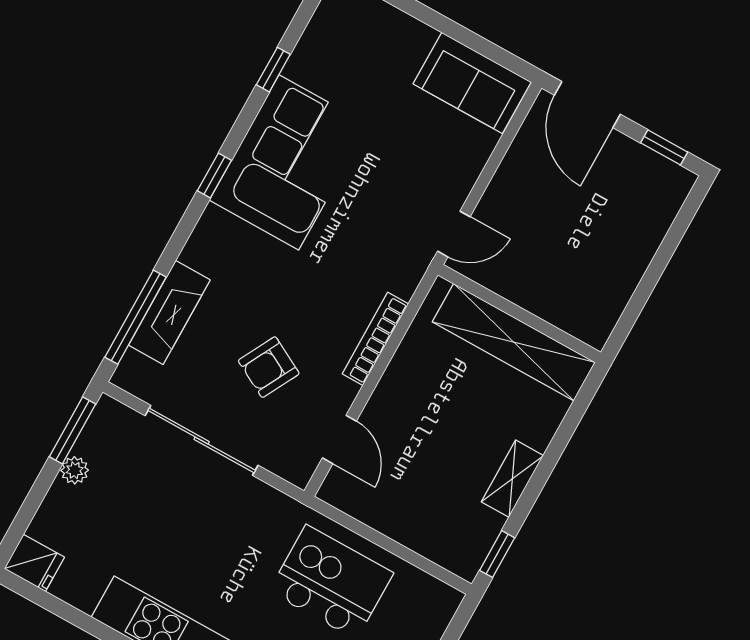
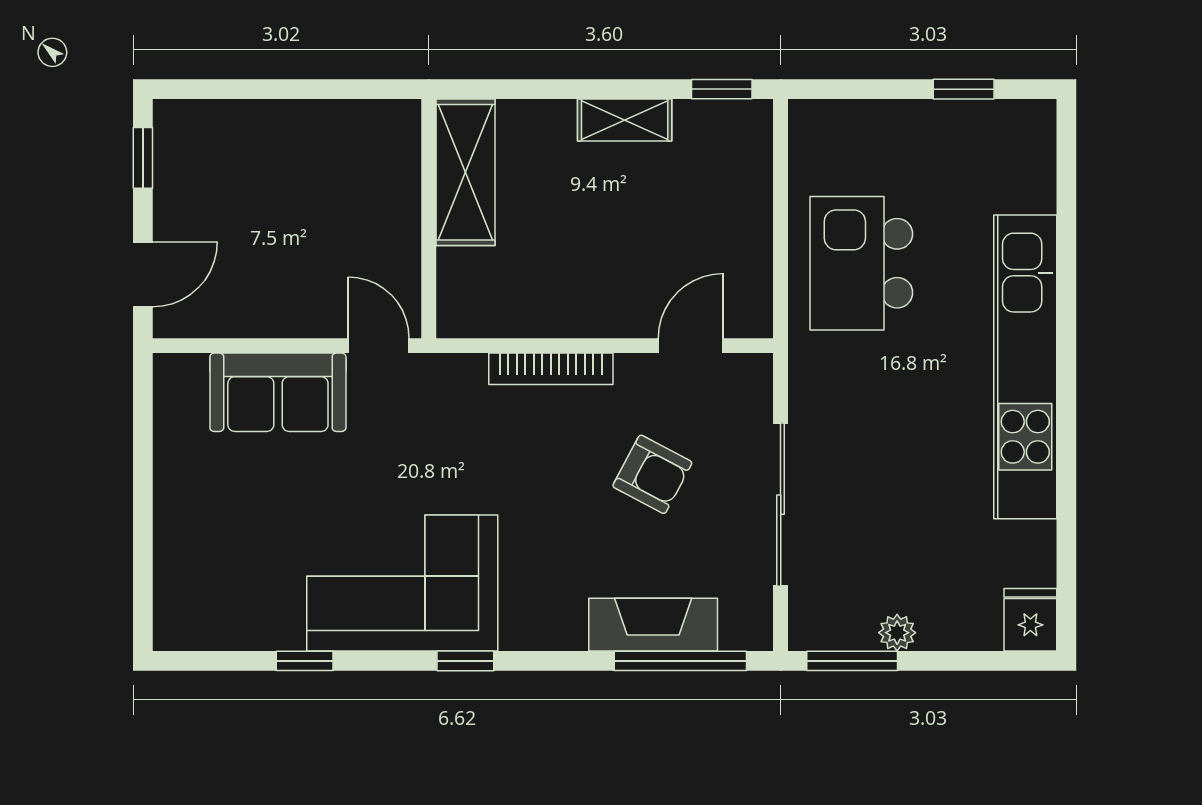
sofa: (472, 83) -> (278, 392), moved, turned 90
door: (587, 105) -> (143, 274), width x0.73
shelving: (514, 342) -> (465, 172), width x0.68

